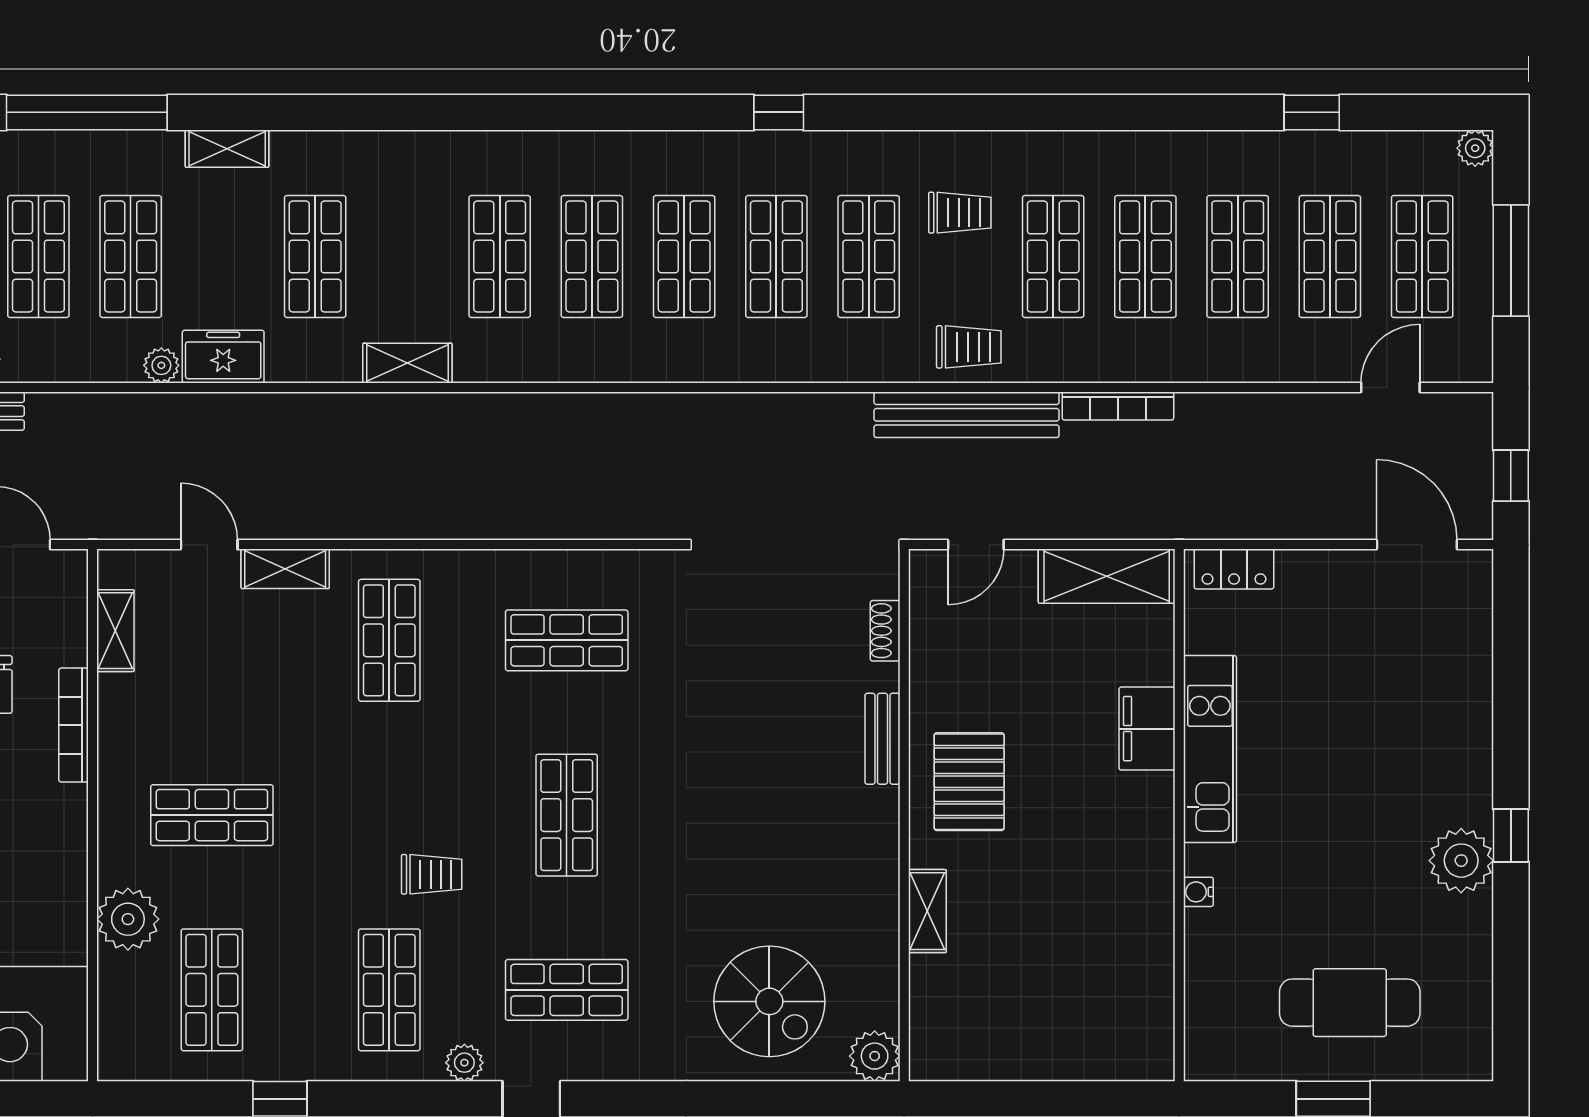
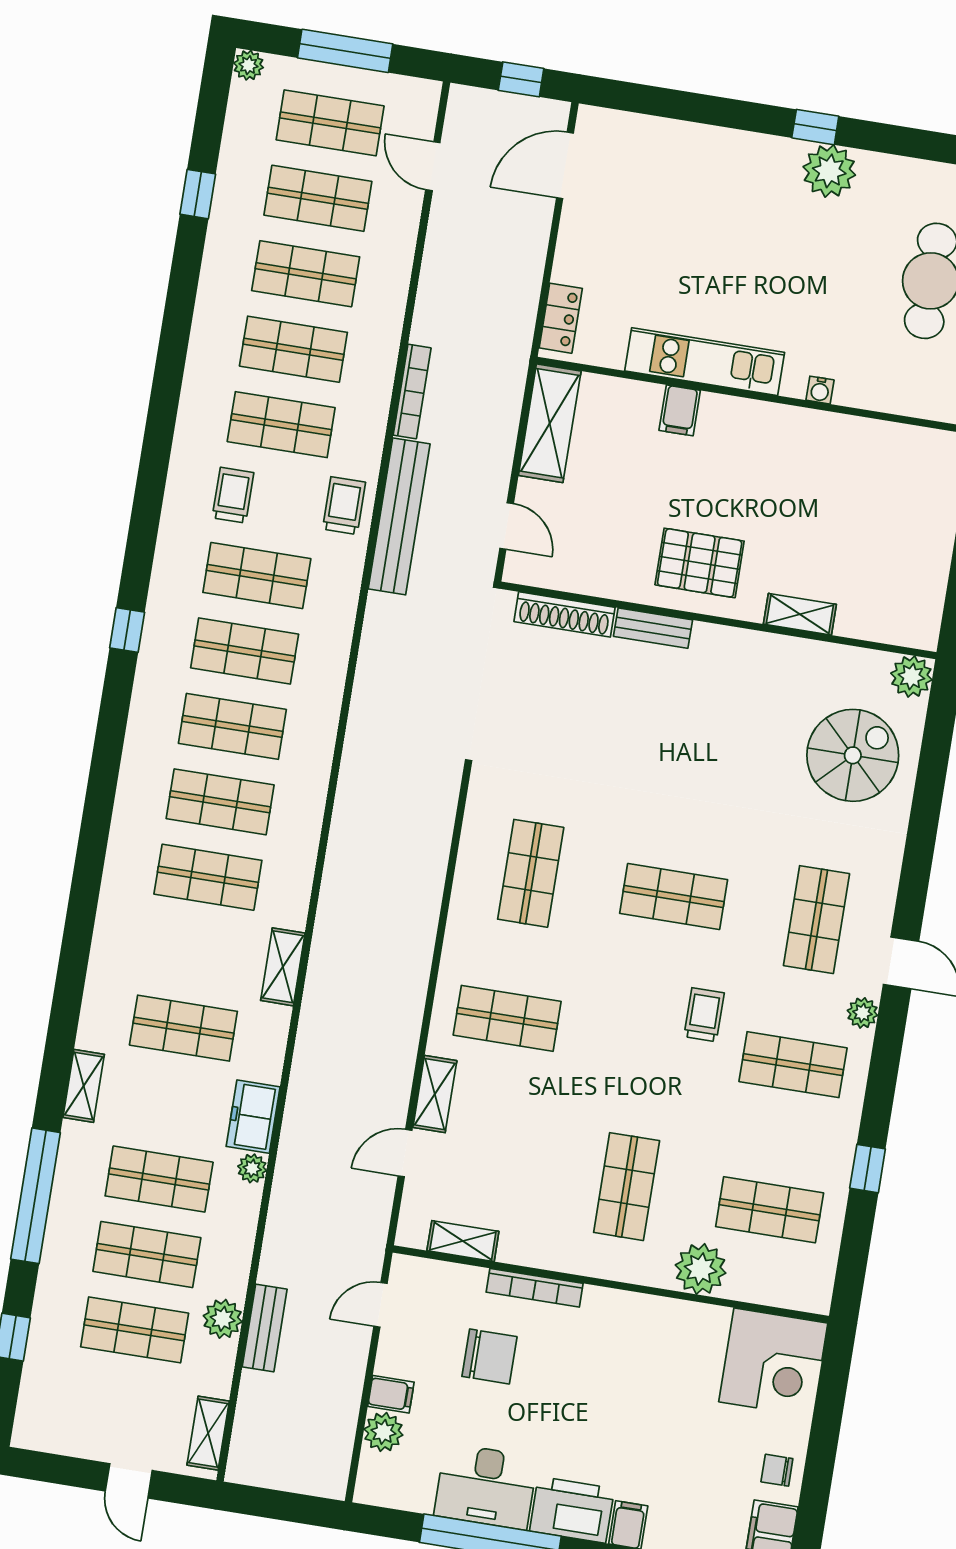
shoe rack: (885, 631) -> (565, 614), width x1.94, depth x1.24
filing cabinet: (1147, 729) -> (680, 410), width x0.50

